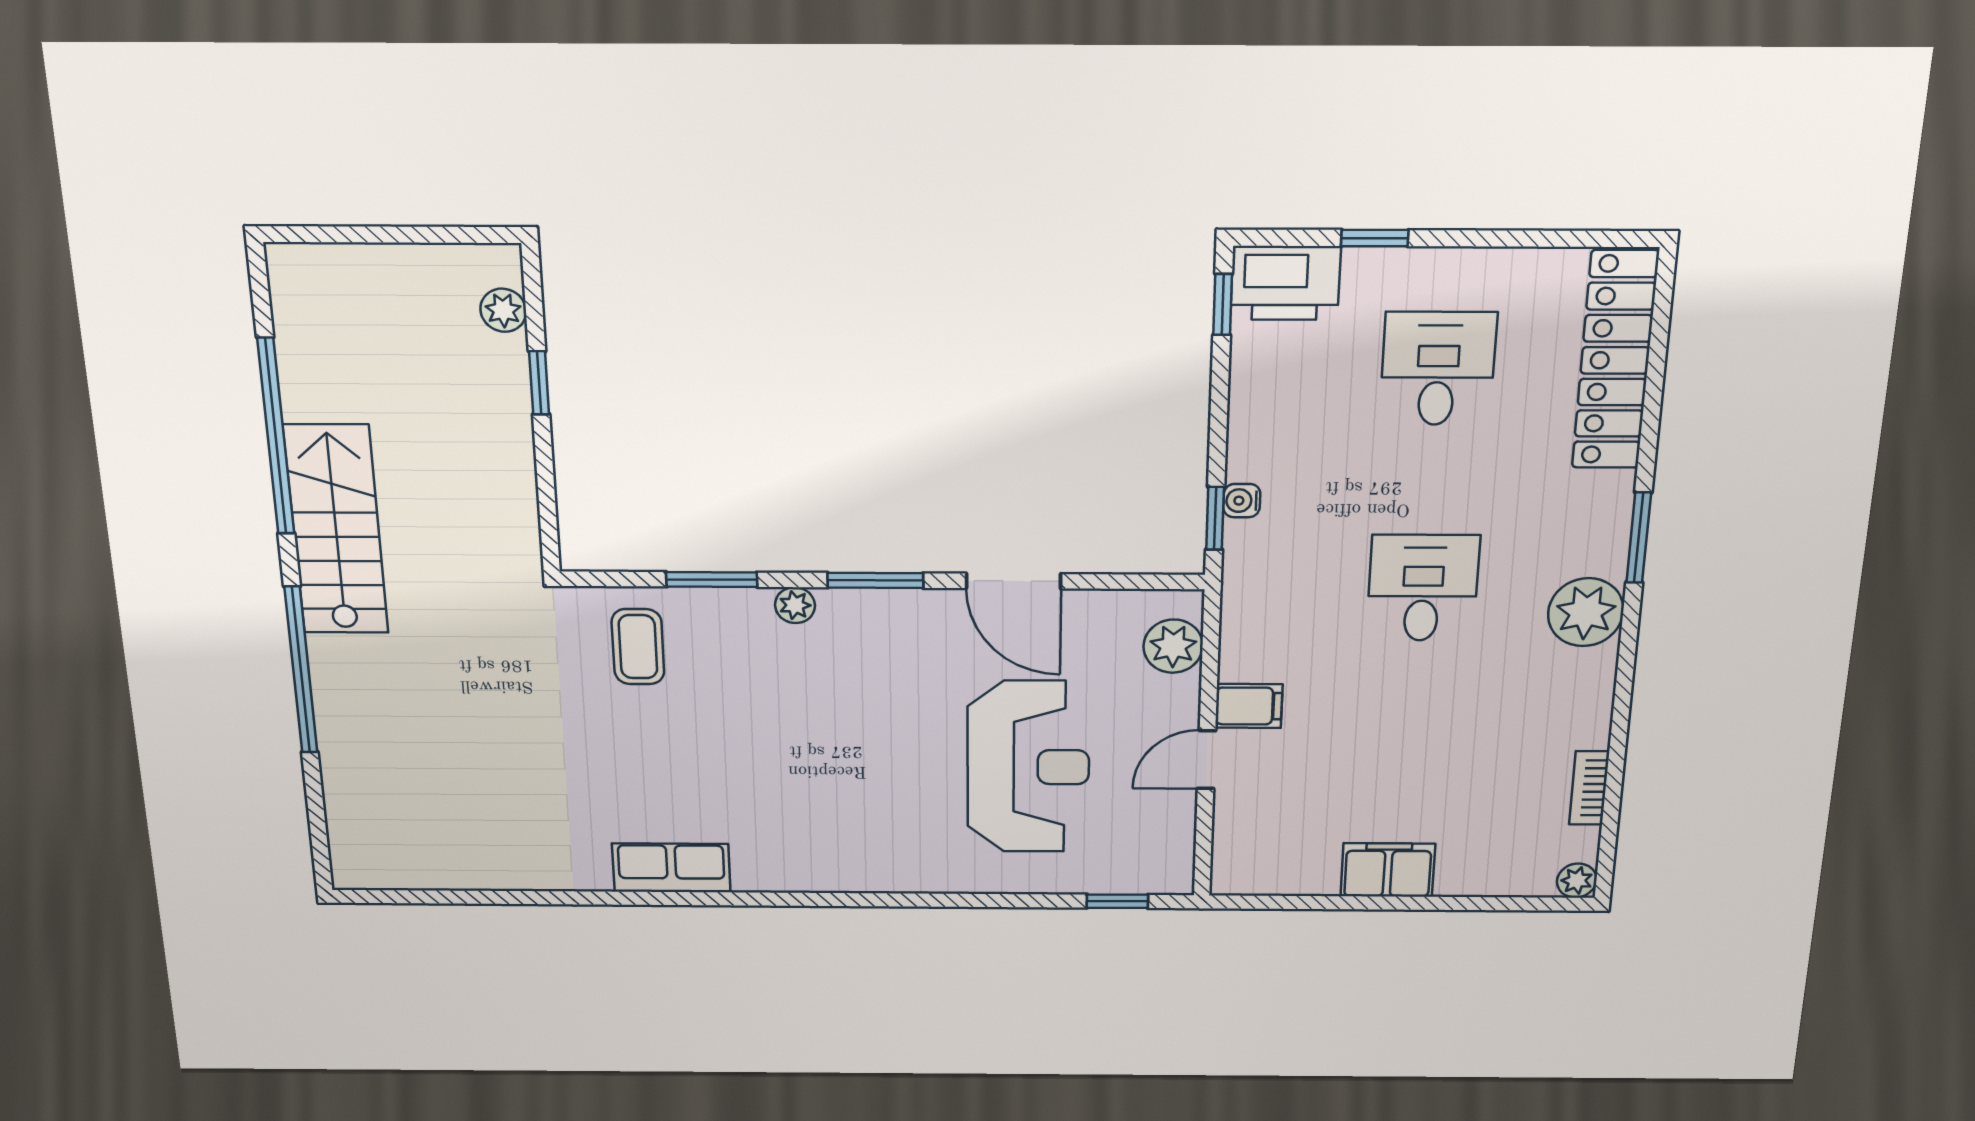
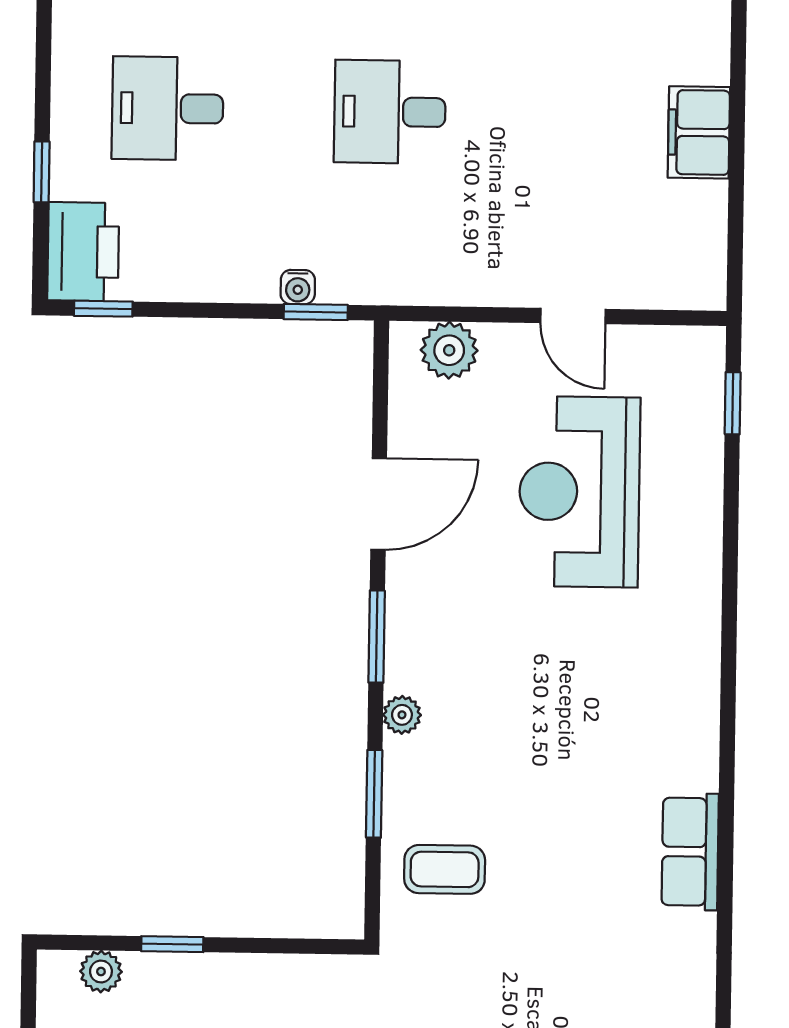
filing cabinet: (1249, 706) -> (514, 276), removed
reception desk: (1028, 767) -> (579, 492), turned -90

